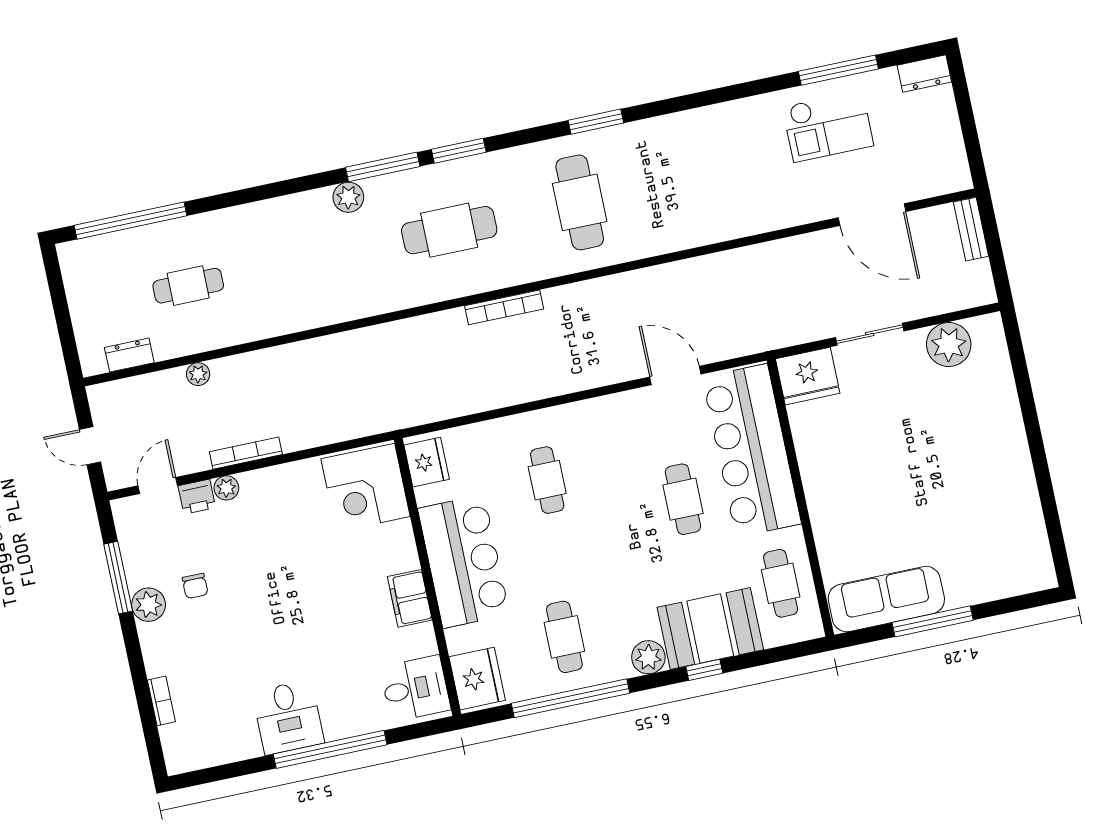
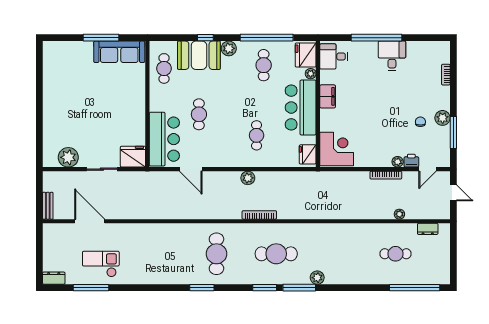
plant: (546, 383) -> (248, 178), added
bar counter: (752, 450) -> (164, 139), width x0.73
plant: (458, 640) -> (311, 74), added

